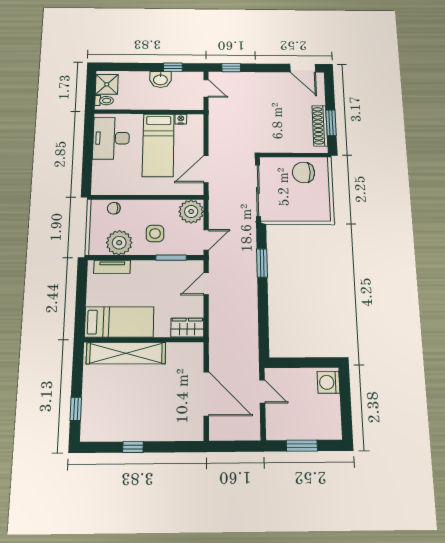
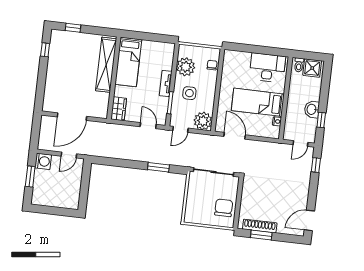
door: (206, 240) -> (180, 129), hinge flipped
tv unit: (112, 267) -> (166, 84), moved
washing machine: (328, 382) -> (43, 161), moved, turned 90
window: (133, 447) -> (45, 50), moved

